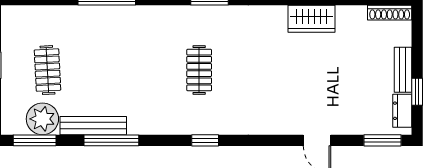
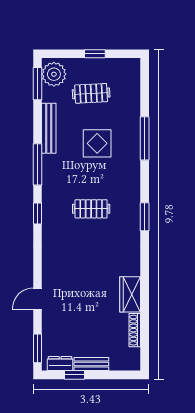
shoe rack: (390, 13) -> (135, 330), moved
display table: (113, 62) -> (97, 143), added
plant: (42, 119) -> (54, 74), moved
window: (111, 140) -> (38, 164), moved

